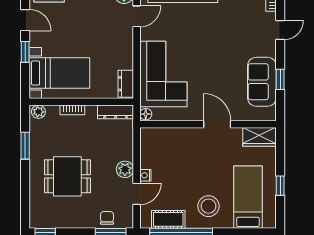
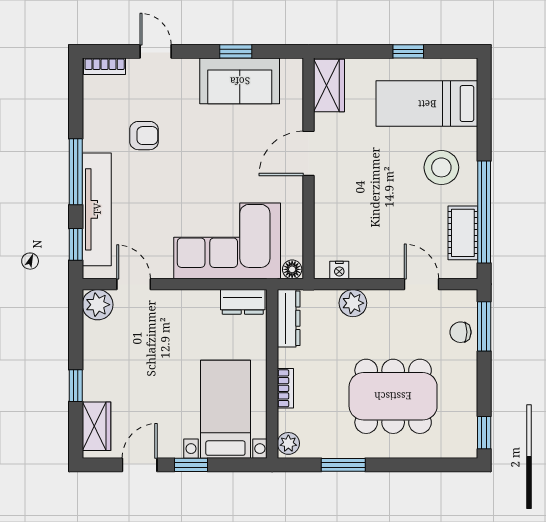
armchair: (228, 23) -> (144, 136), added
plant: (125, 169) -> (353, 303), moved
nightstand: (145, 175) -> (339, 270), moved
dining table: (67, 176) -> (393, 396), width x1.38

